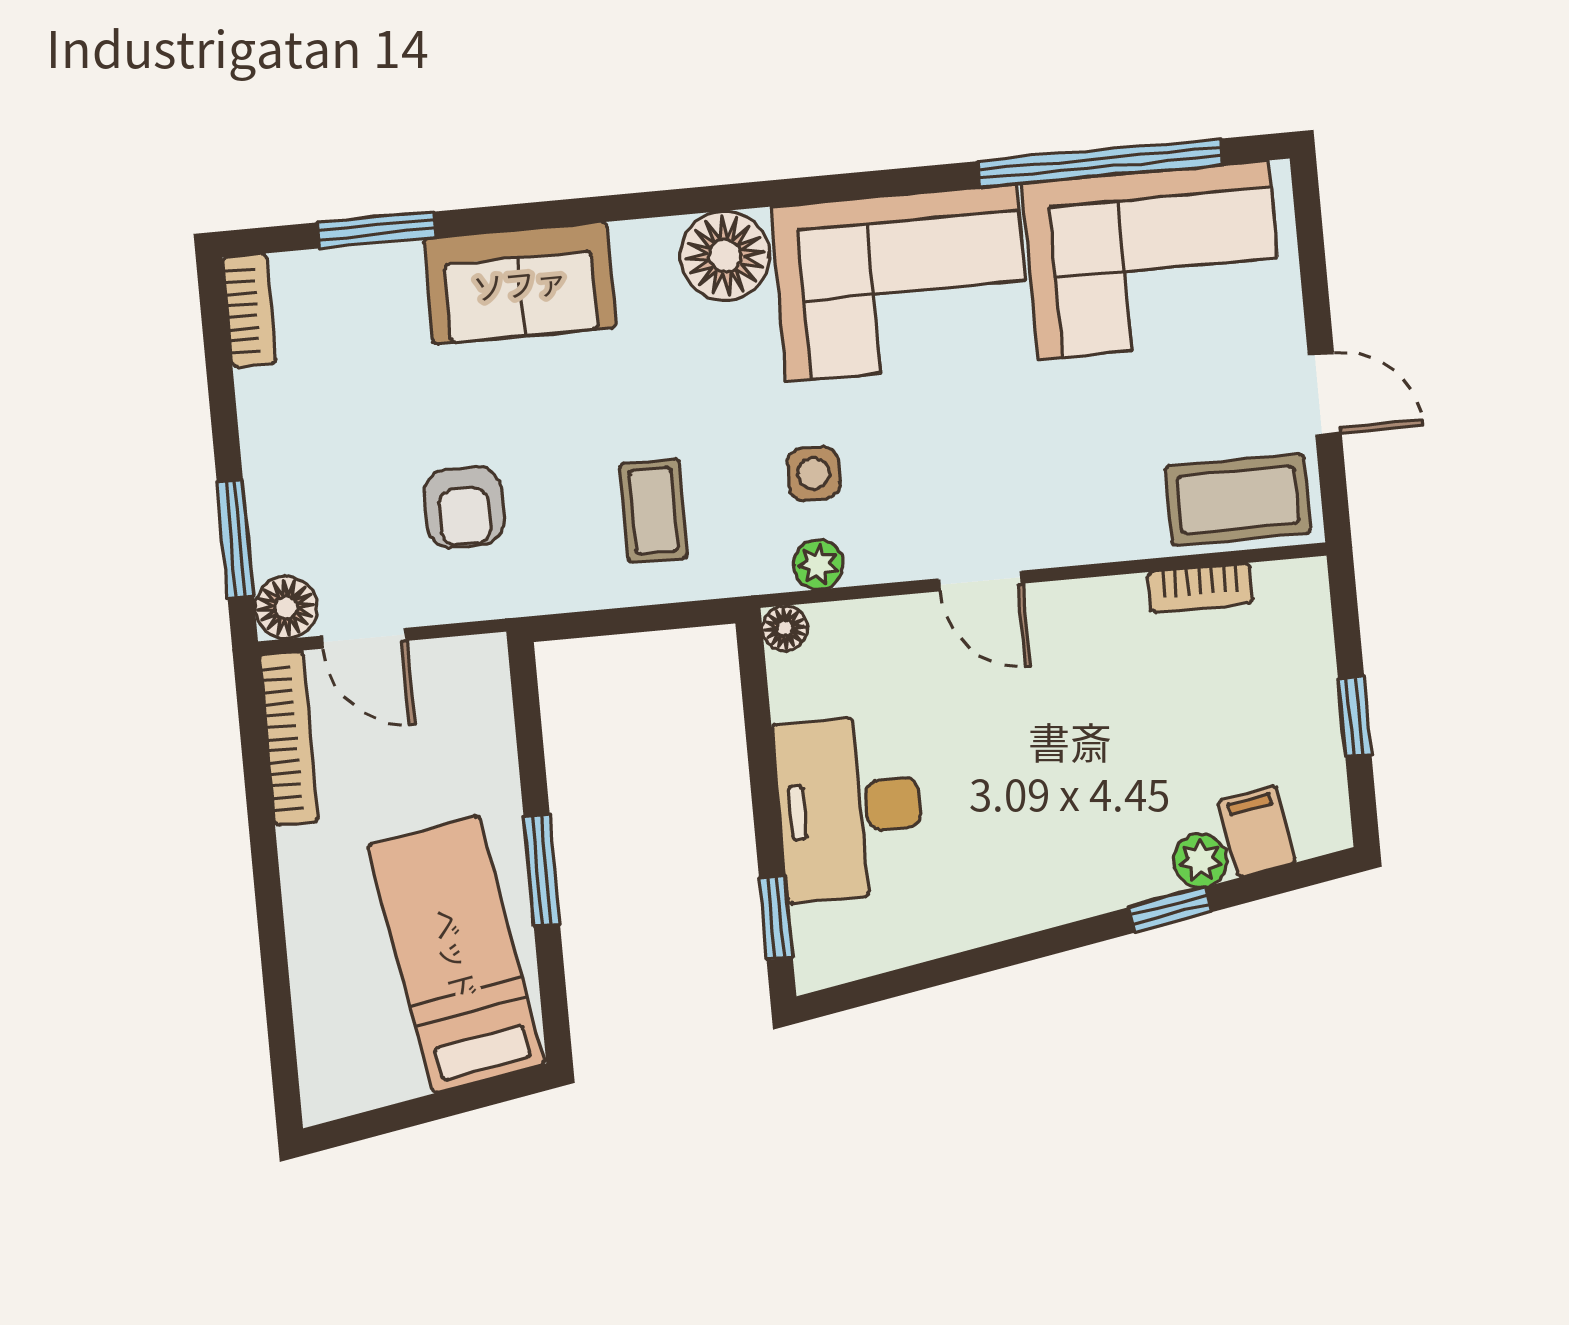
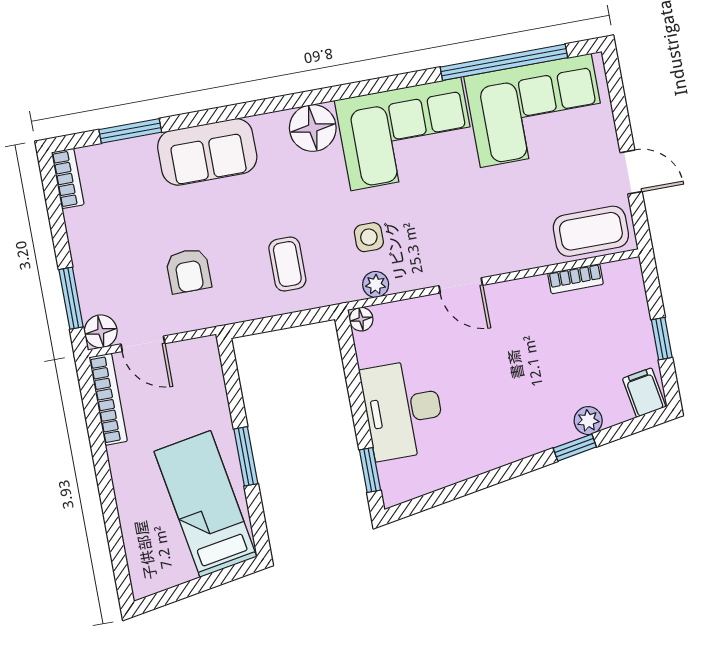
filing cabinet: (1257, 831) -> (644, 393), moved

